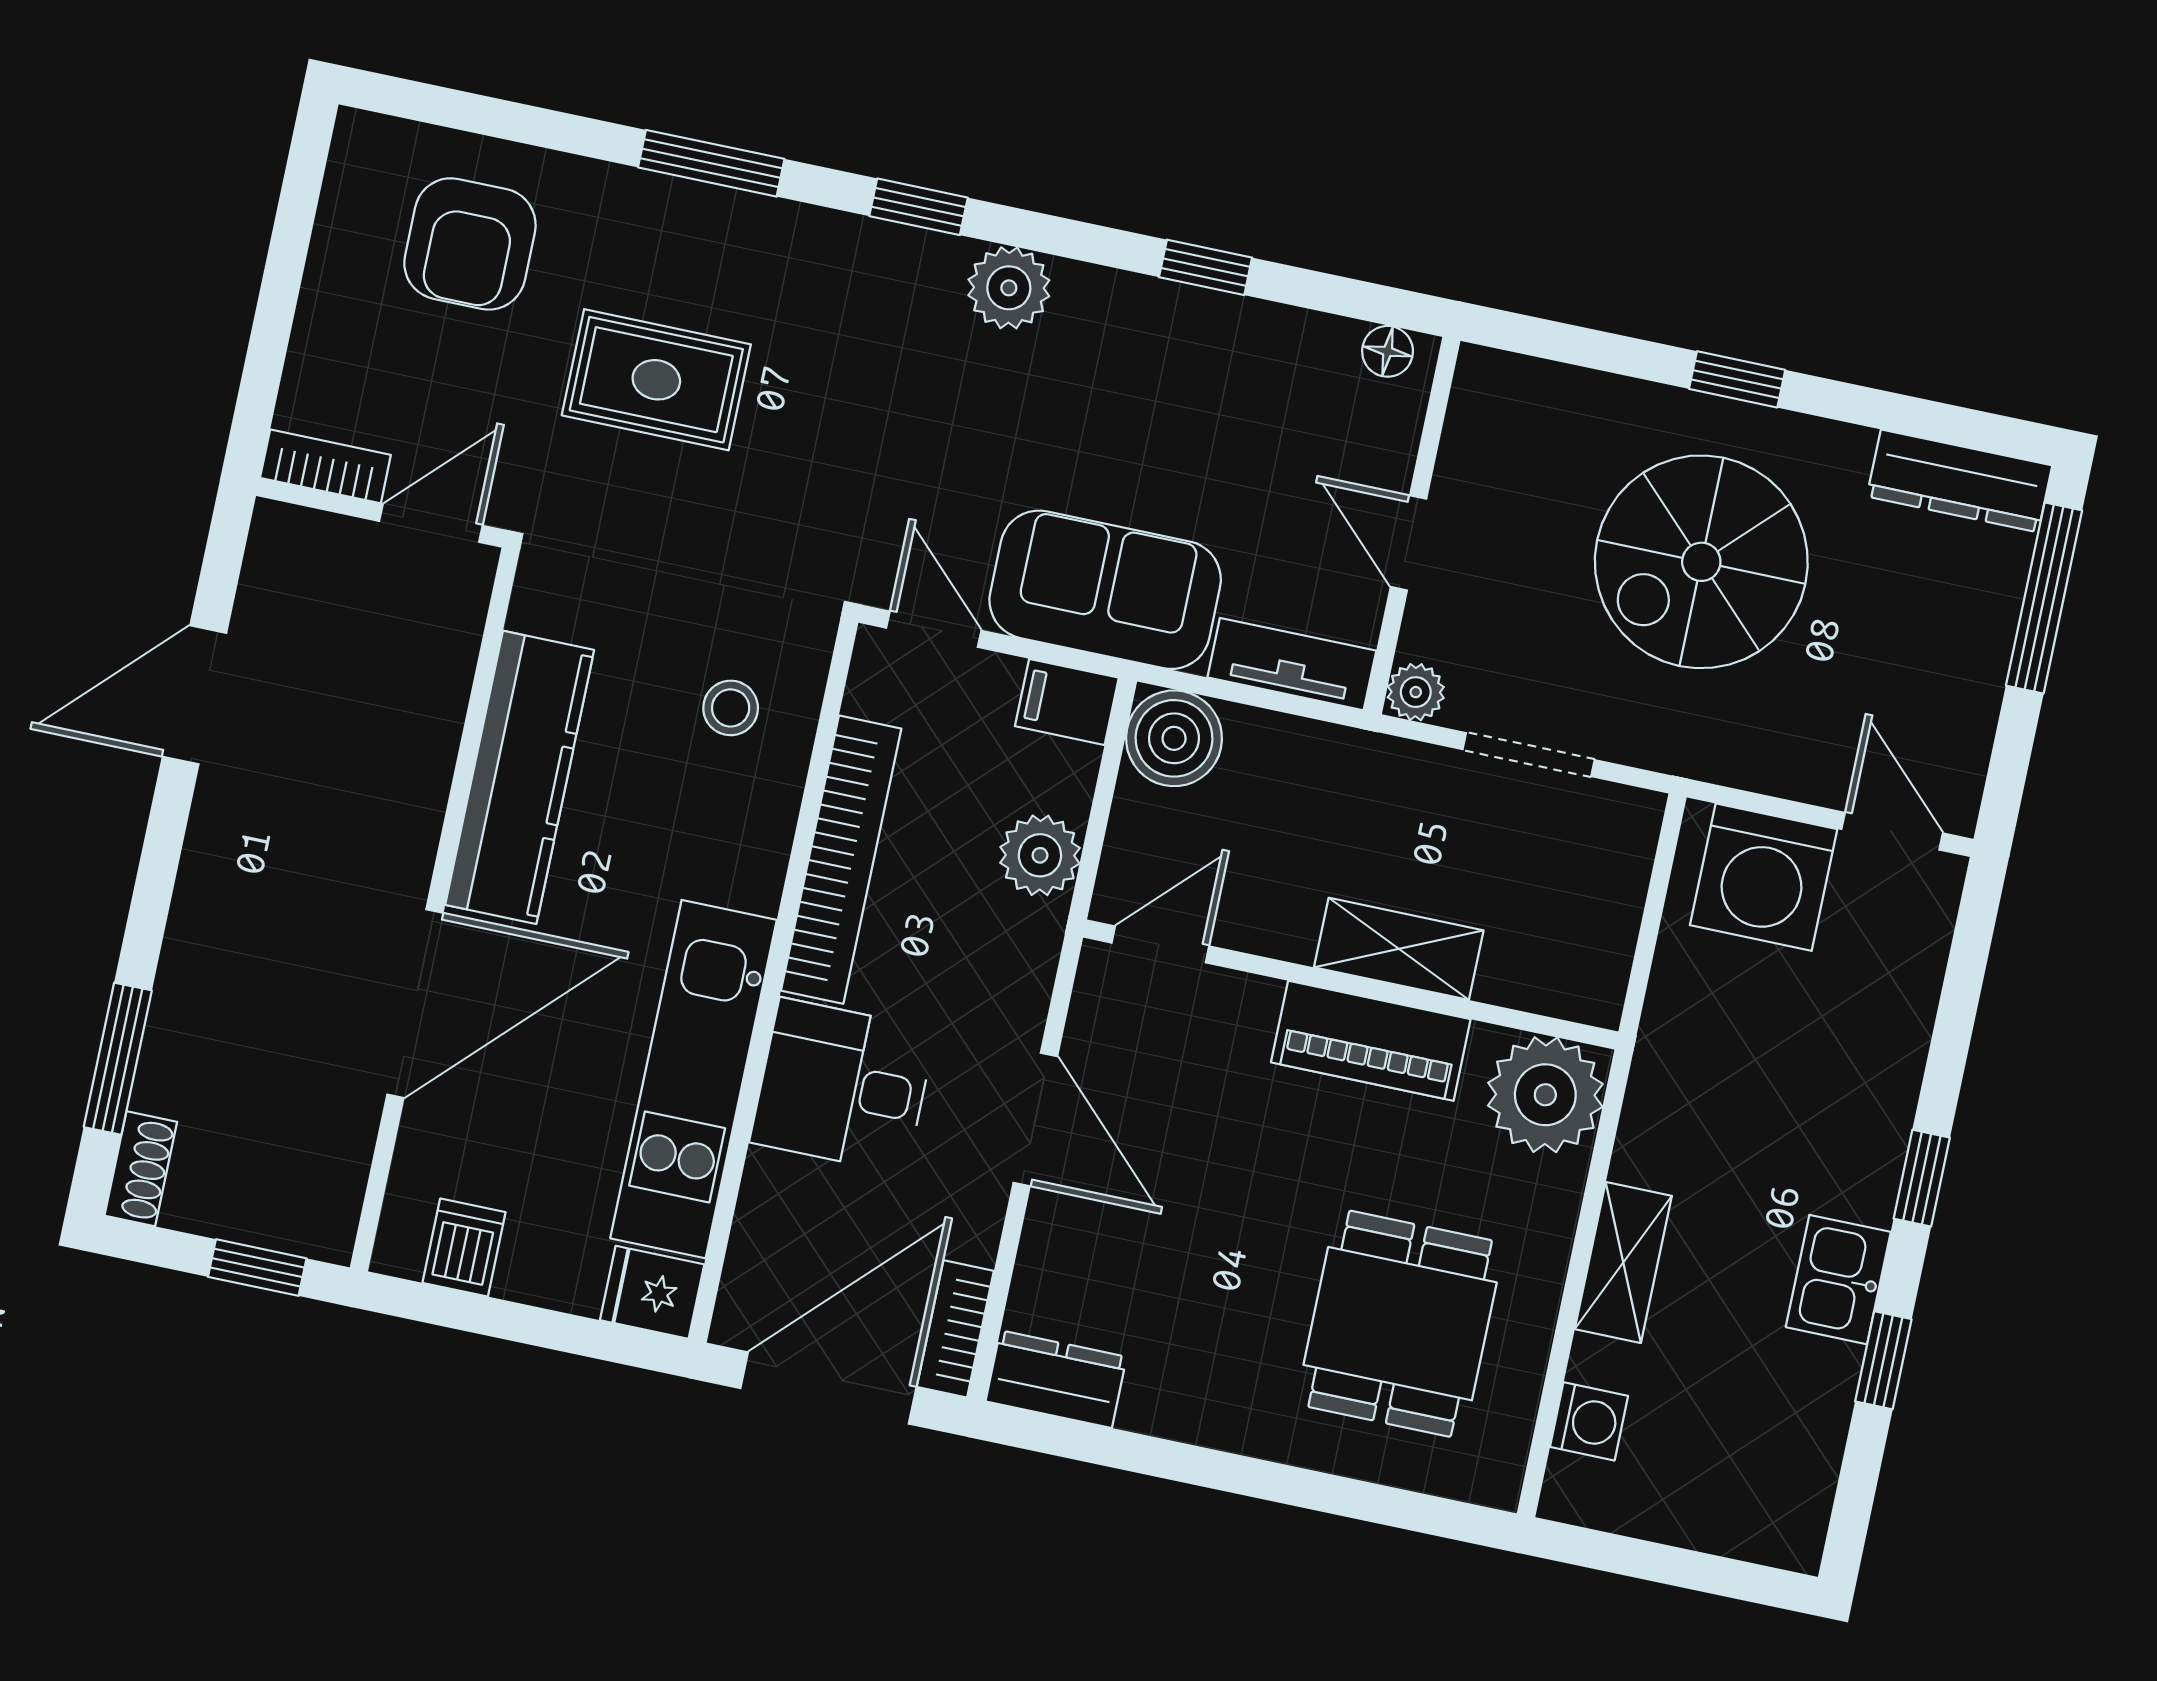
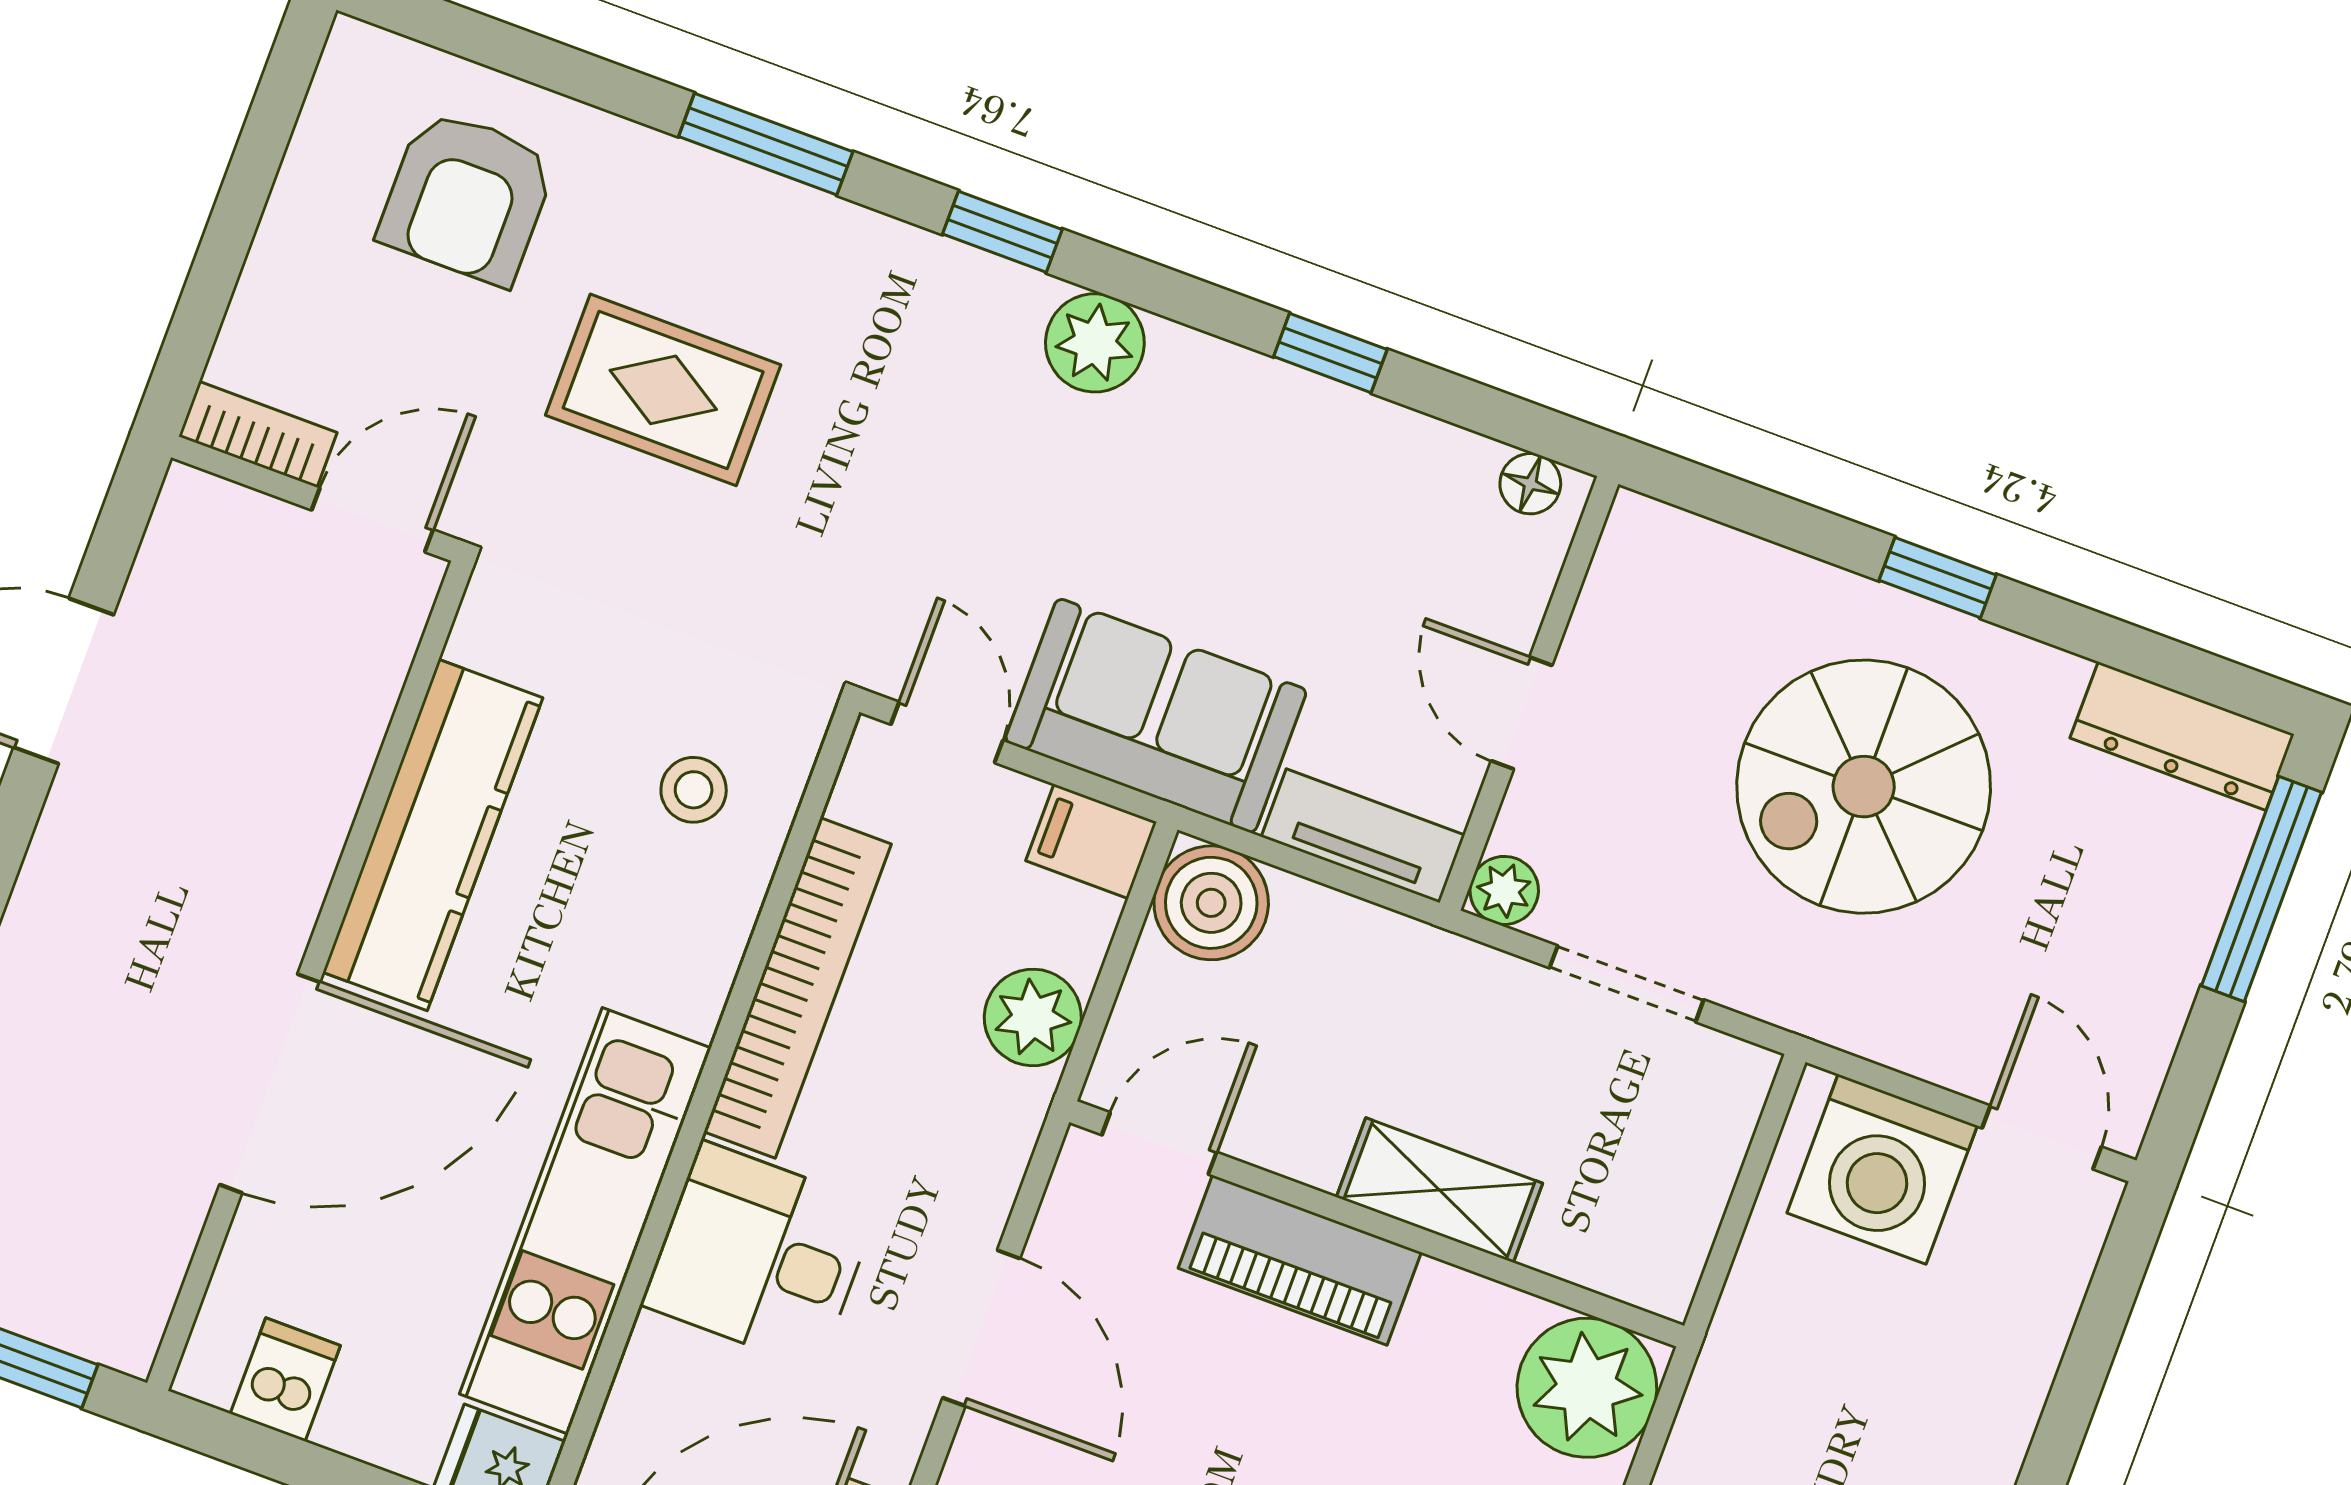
piano: (1371, 1041) -> (1300, 1260), moved

